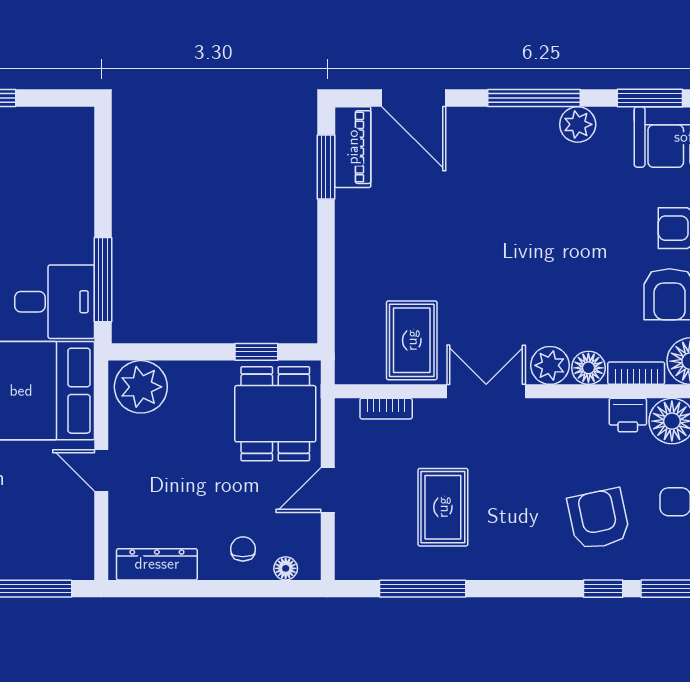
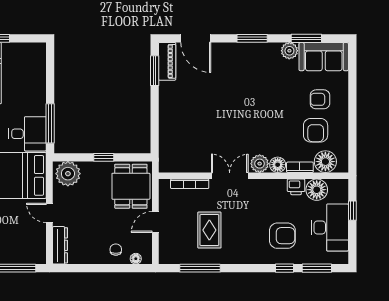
window: (534, 98) -> (252, 38), width x0.69
plant: (578, 124) -> (289, 51), moved
rug: (412, 340) -> (195, 152), removed
window: (256, 352) -> (104, 157), moved
bookcase: (386, 409) -> (190, 184), width x1.56
armchair: (599, 519) -> (282, 236), turned 102
dresser: (157, 564) -> (60, 245), moved, turned 90

